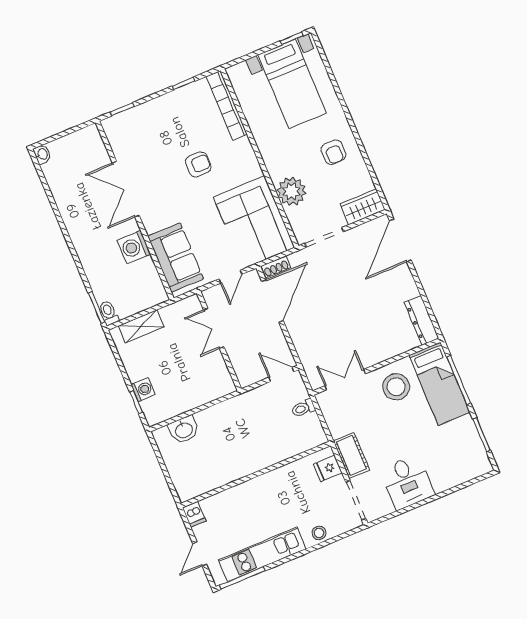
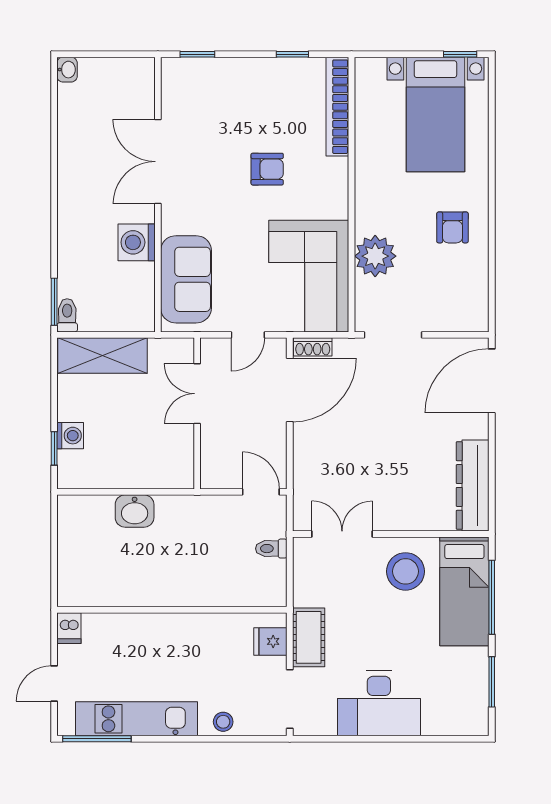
wardrobe: (363, 207) -> (461, 316), removed
dresser: (422, 320) -> (473, 485), width x1.37, depth x1.24
shelving: (141, 326) -> (102, 355), width x1.50, depth x1.33
washbasin: (184, 430) -> (135, 511), moved
desk: (407, 482) -> (379, 703), width x1.37

